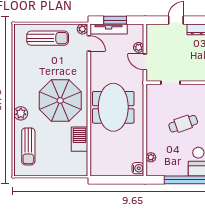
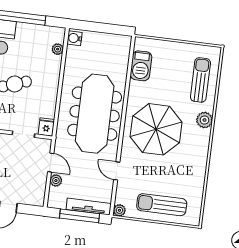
window: (115, 20) -> (80, 216), width x1.44
door: (89, 43) -> (117, 171), moved
fridge: (152, 91) -> (46, 127), added
meeting table: (113, 107) -> (95, 114), width x1.36
barbecue: (79, 139) -> (141, 66), moved

